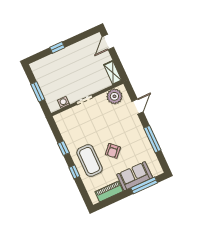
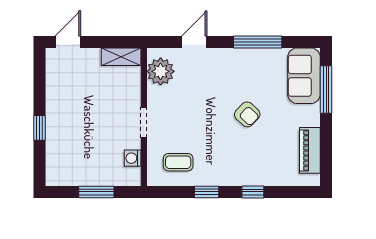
door: (108, 42) -> (68, 42), swing flipped
door: (137, 107) -> (194, 42), hinge flipped
coffee table: (90, 161) -> (178, 162), moved, width x0.54, depth x0.58
sofa: (135, 176) -> (304, 76), moved

